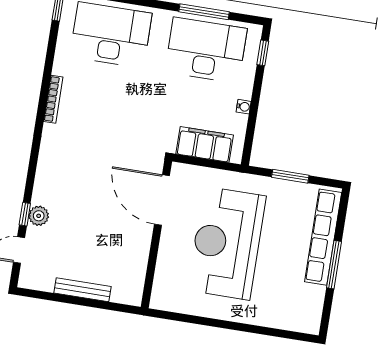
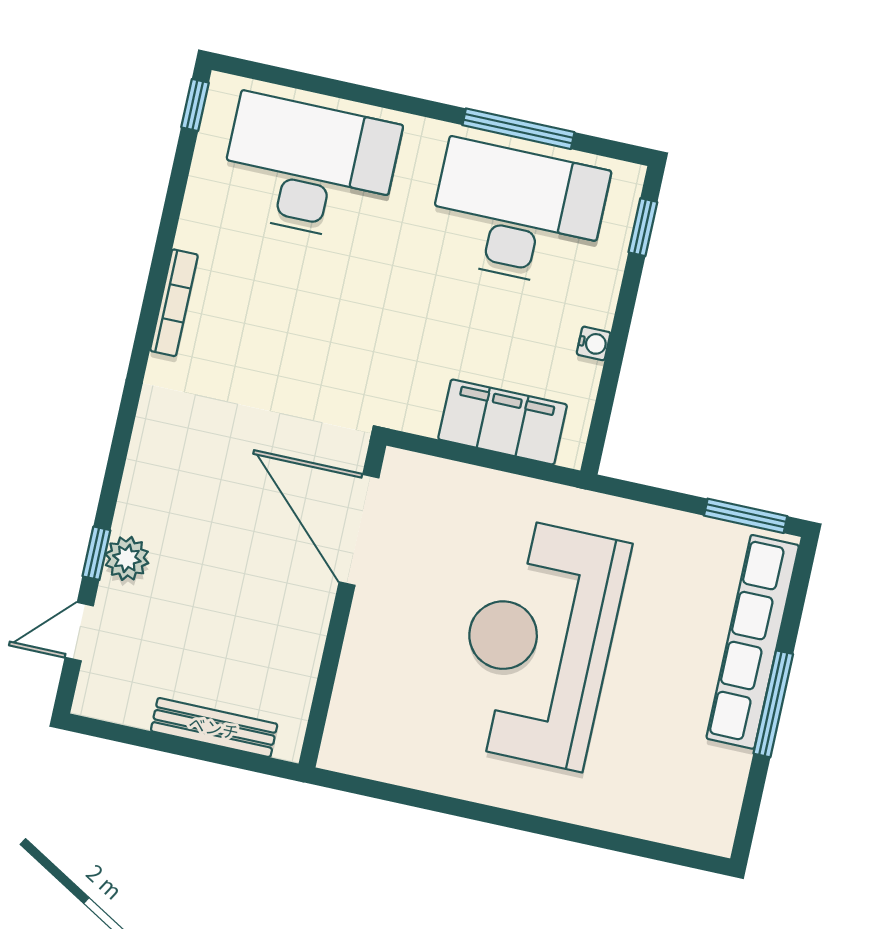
window: (290, 176) -> (746, 516), moved
door: (162, 200) -> (359, 530), moved
wall: (156, 234) -> (342, 605), moved

